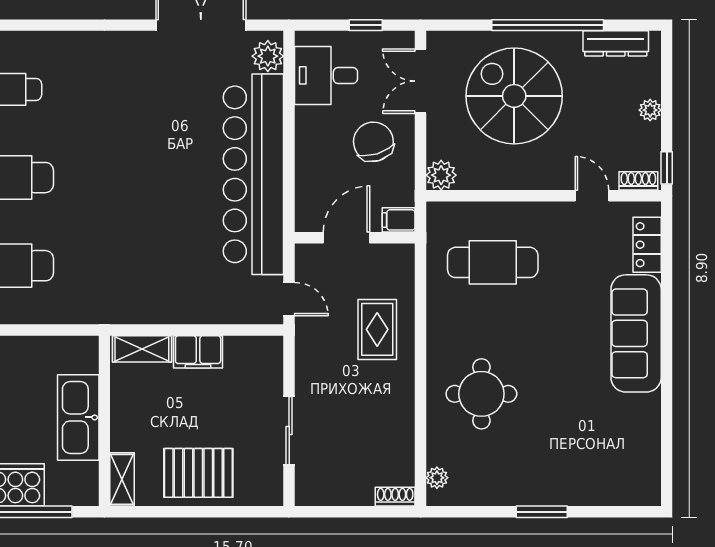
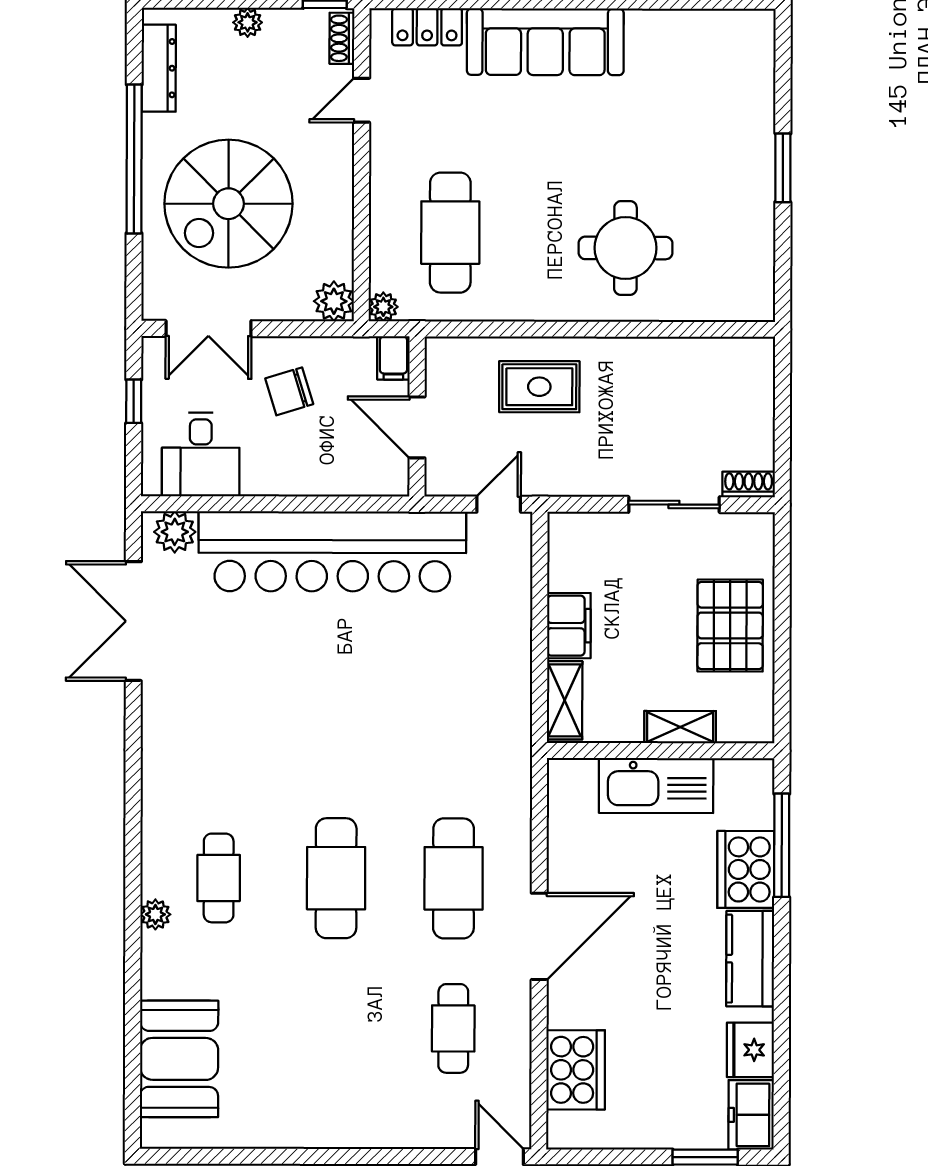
chair: (373, 142) -> (289, 391), width x0.73, depth x0.73
plant: (437, 478) -> (383, 307), moved
shelving: (122, 479) -> (680, 727), moved
shoe rack: (395, 497) -> (749, 484), moved, turned 90

